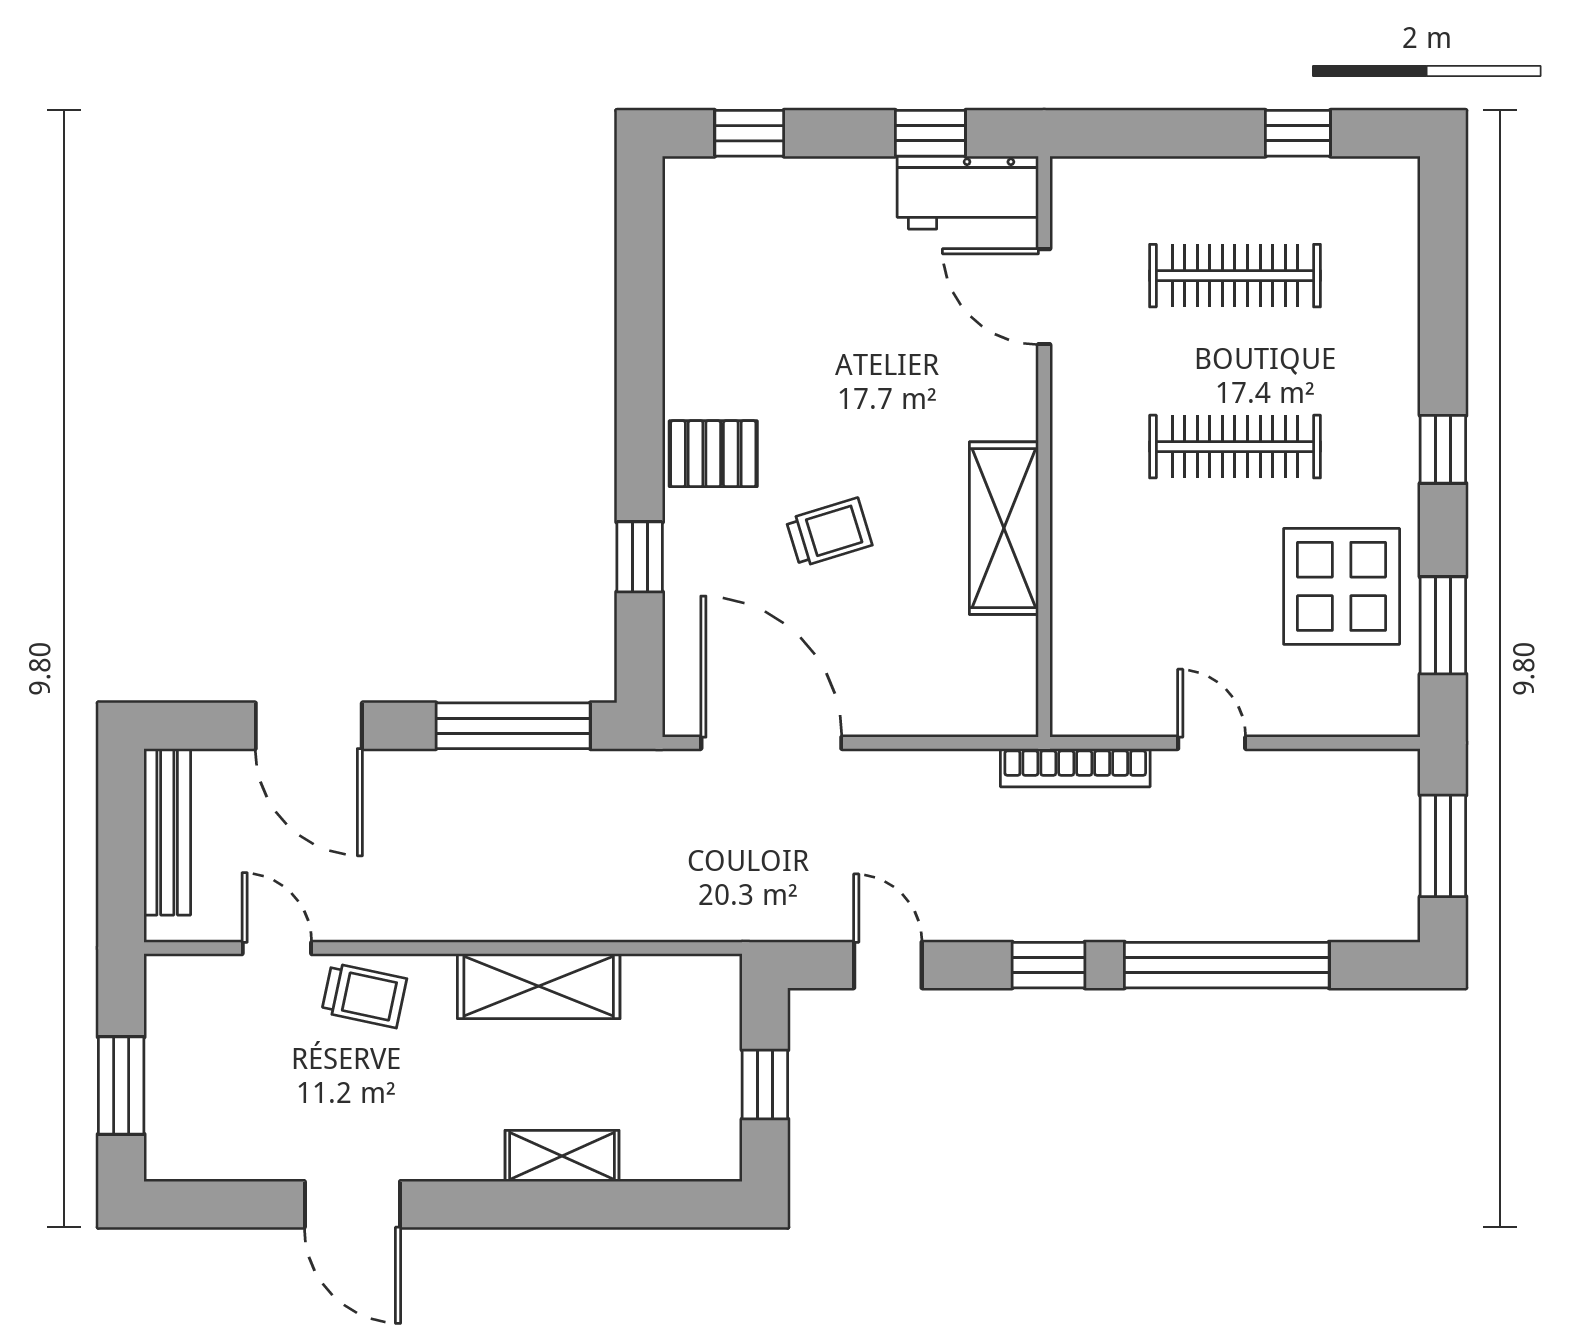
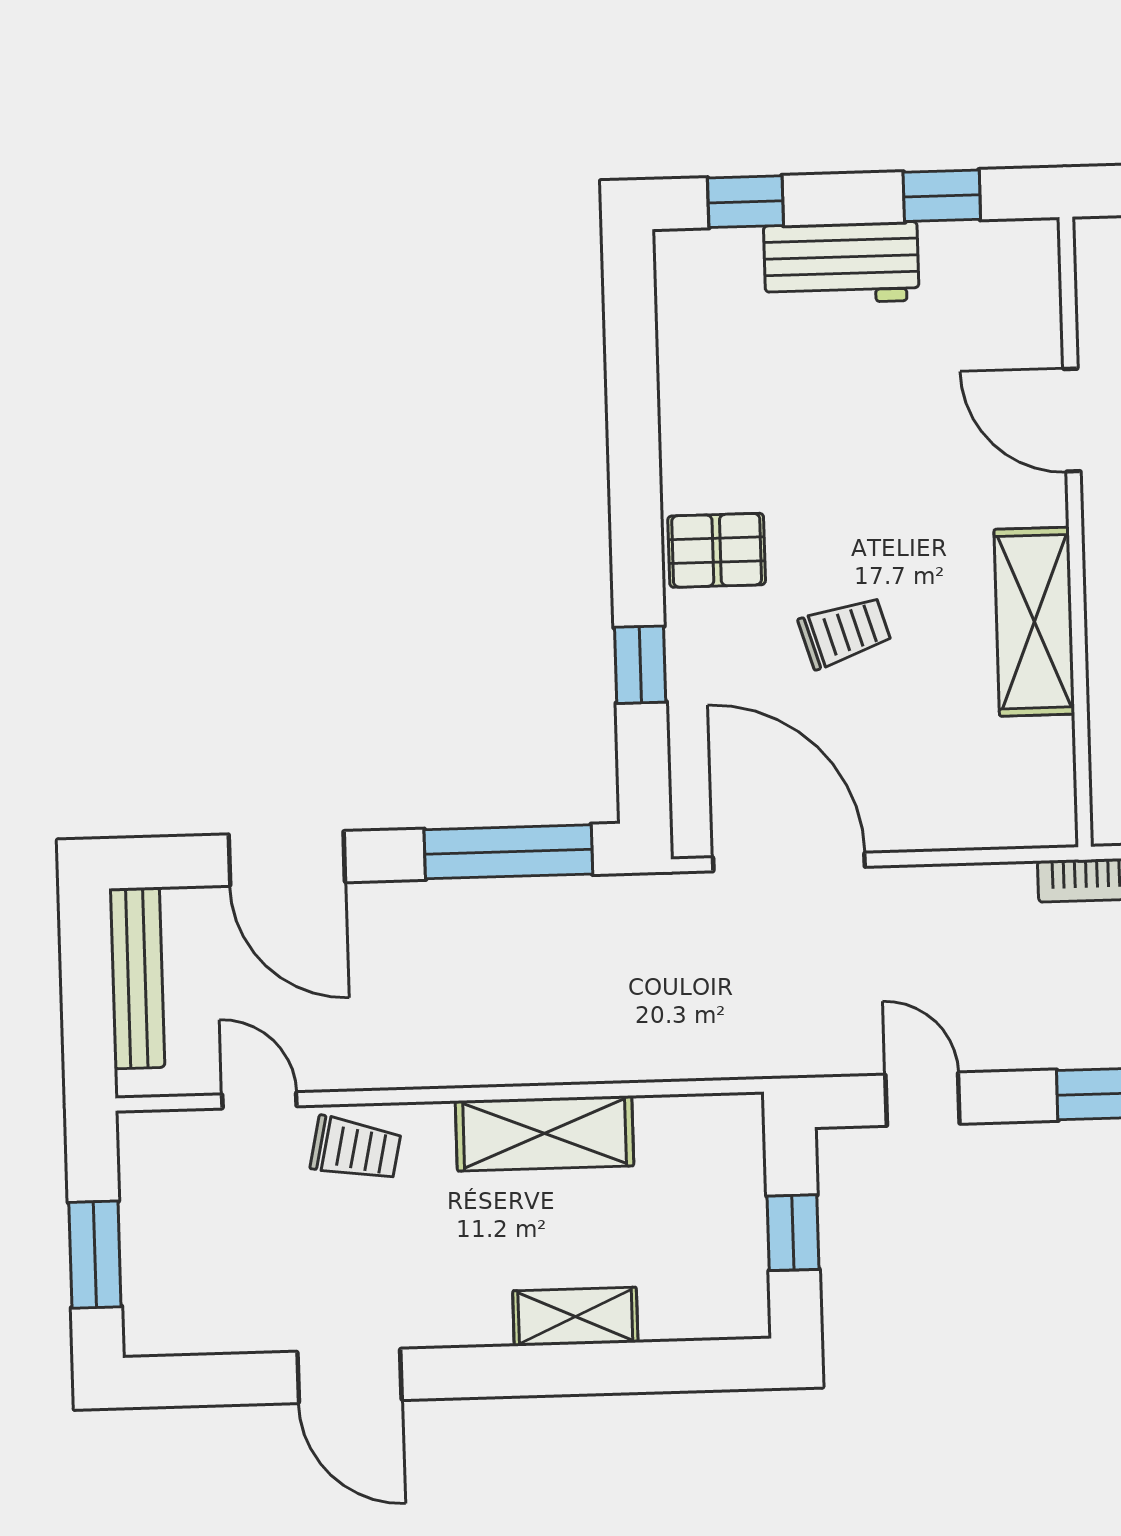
workbench: (968, 193) -> (841, 263), moved
door: (1044, 297) -> (1072, 420), moved

